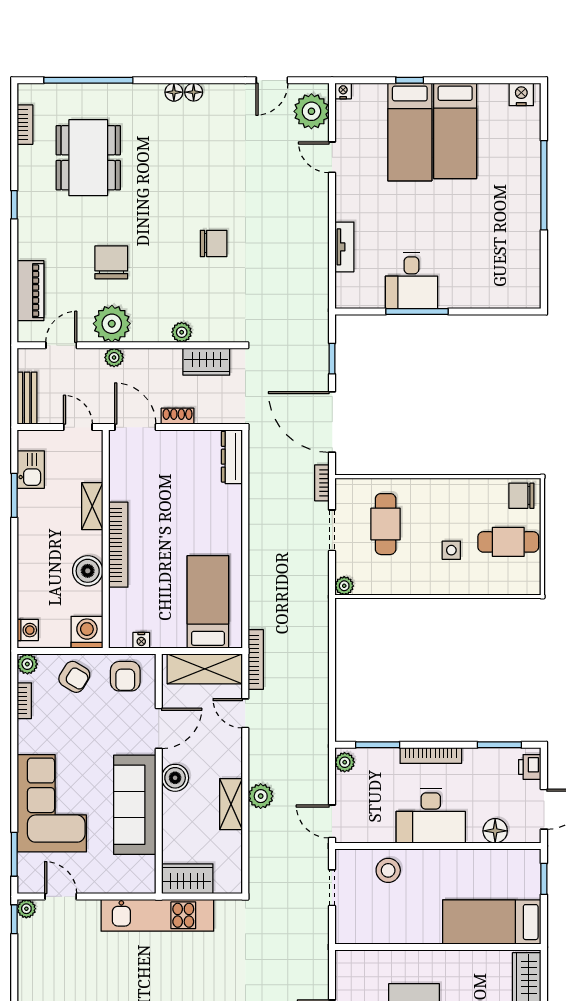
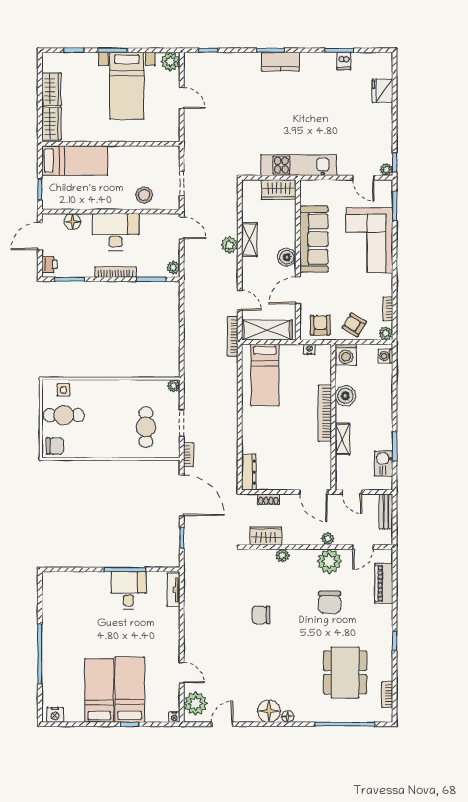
floor lamp: (194, 92) -> (269, 711), width x1.89, depth x1.89
tv unit: (344, 247) -> (173, 590), moved
shoe rack: (178, 416) -> (268, 499), moved
side table: (451, 550) -> (63, 390), moved

